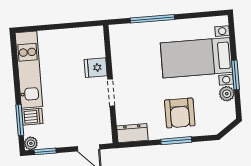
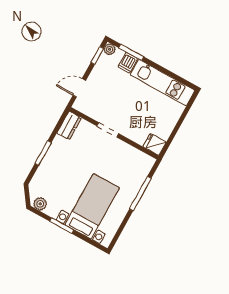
fridge: (96, 68) -> (154, 144), moved, turned -90
plant: (227, 94) -> (40, 204), moved
armchair: (180, 113) -> (61, 168), removed

